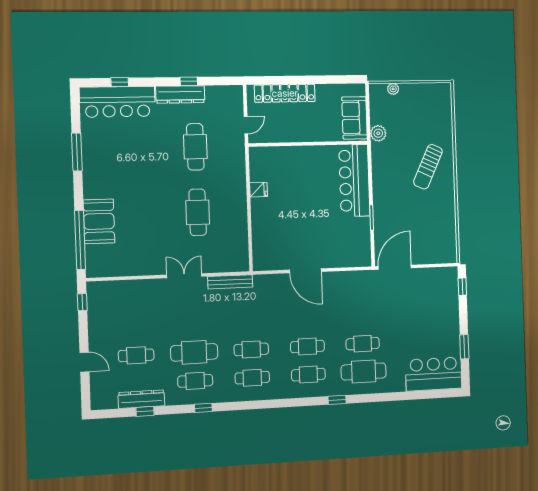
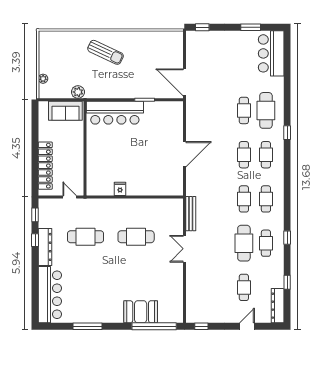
window: (120, 82) -> (35, 215), moved
dresser: (141, 399) -> (278, 306), moved

